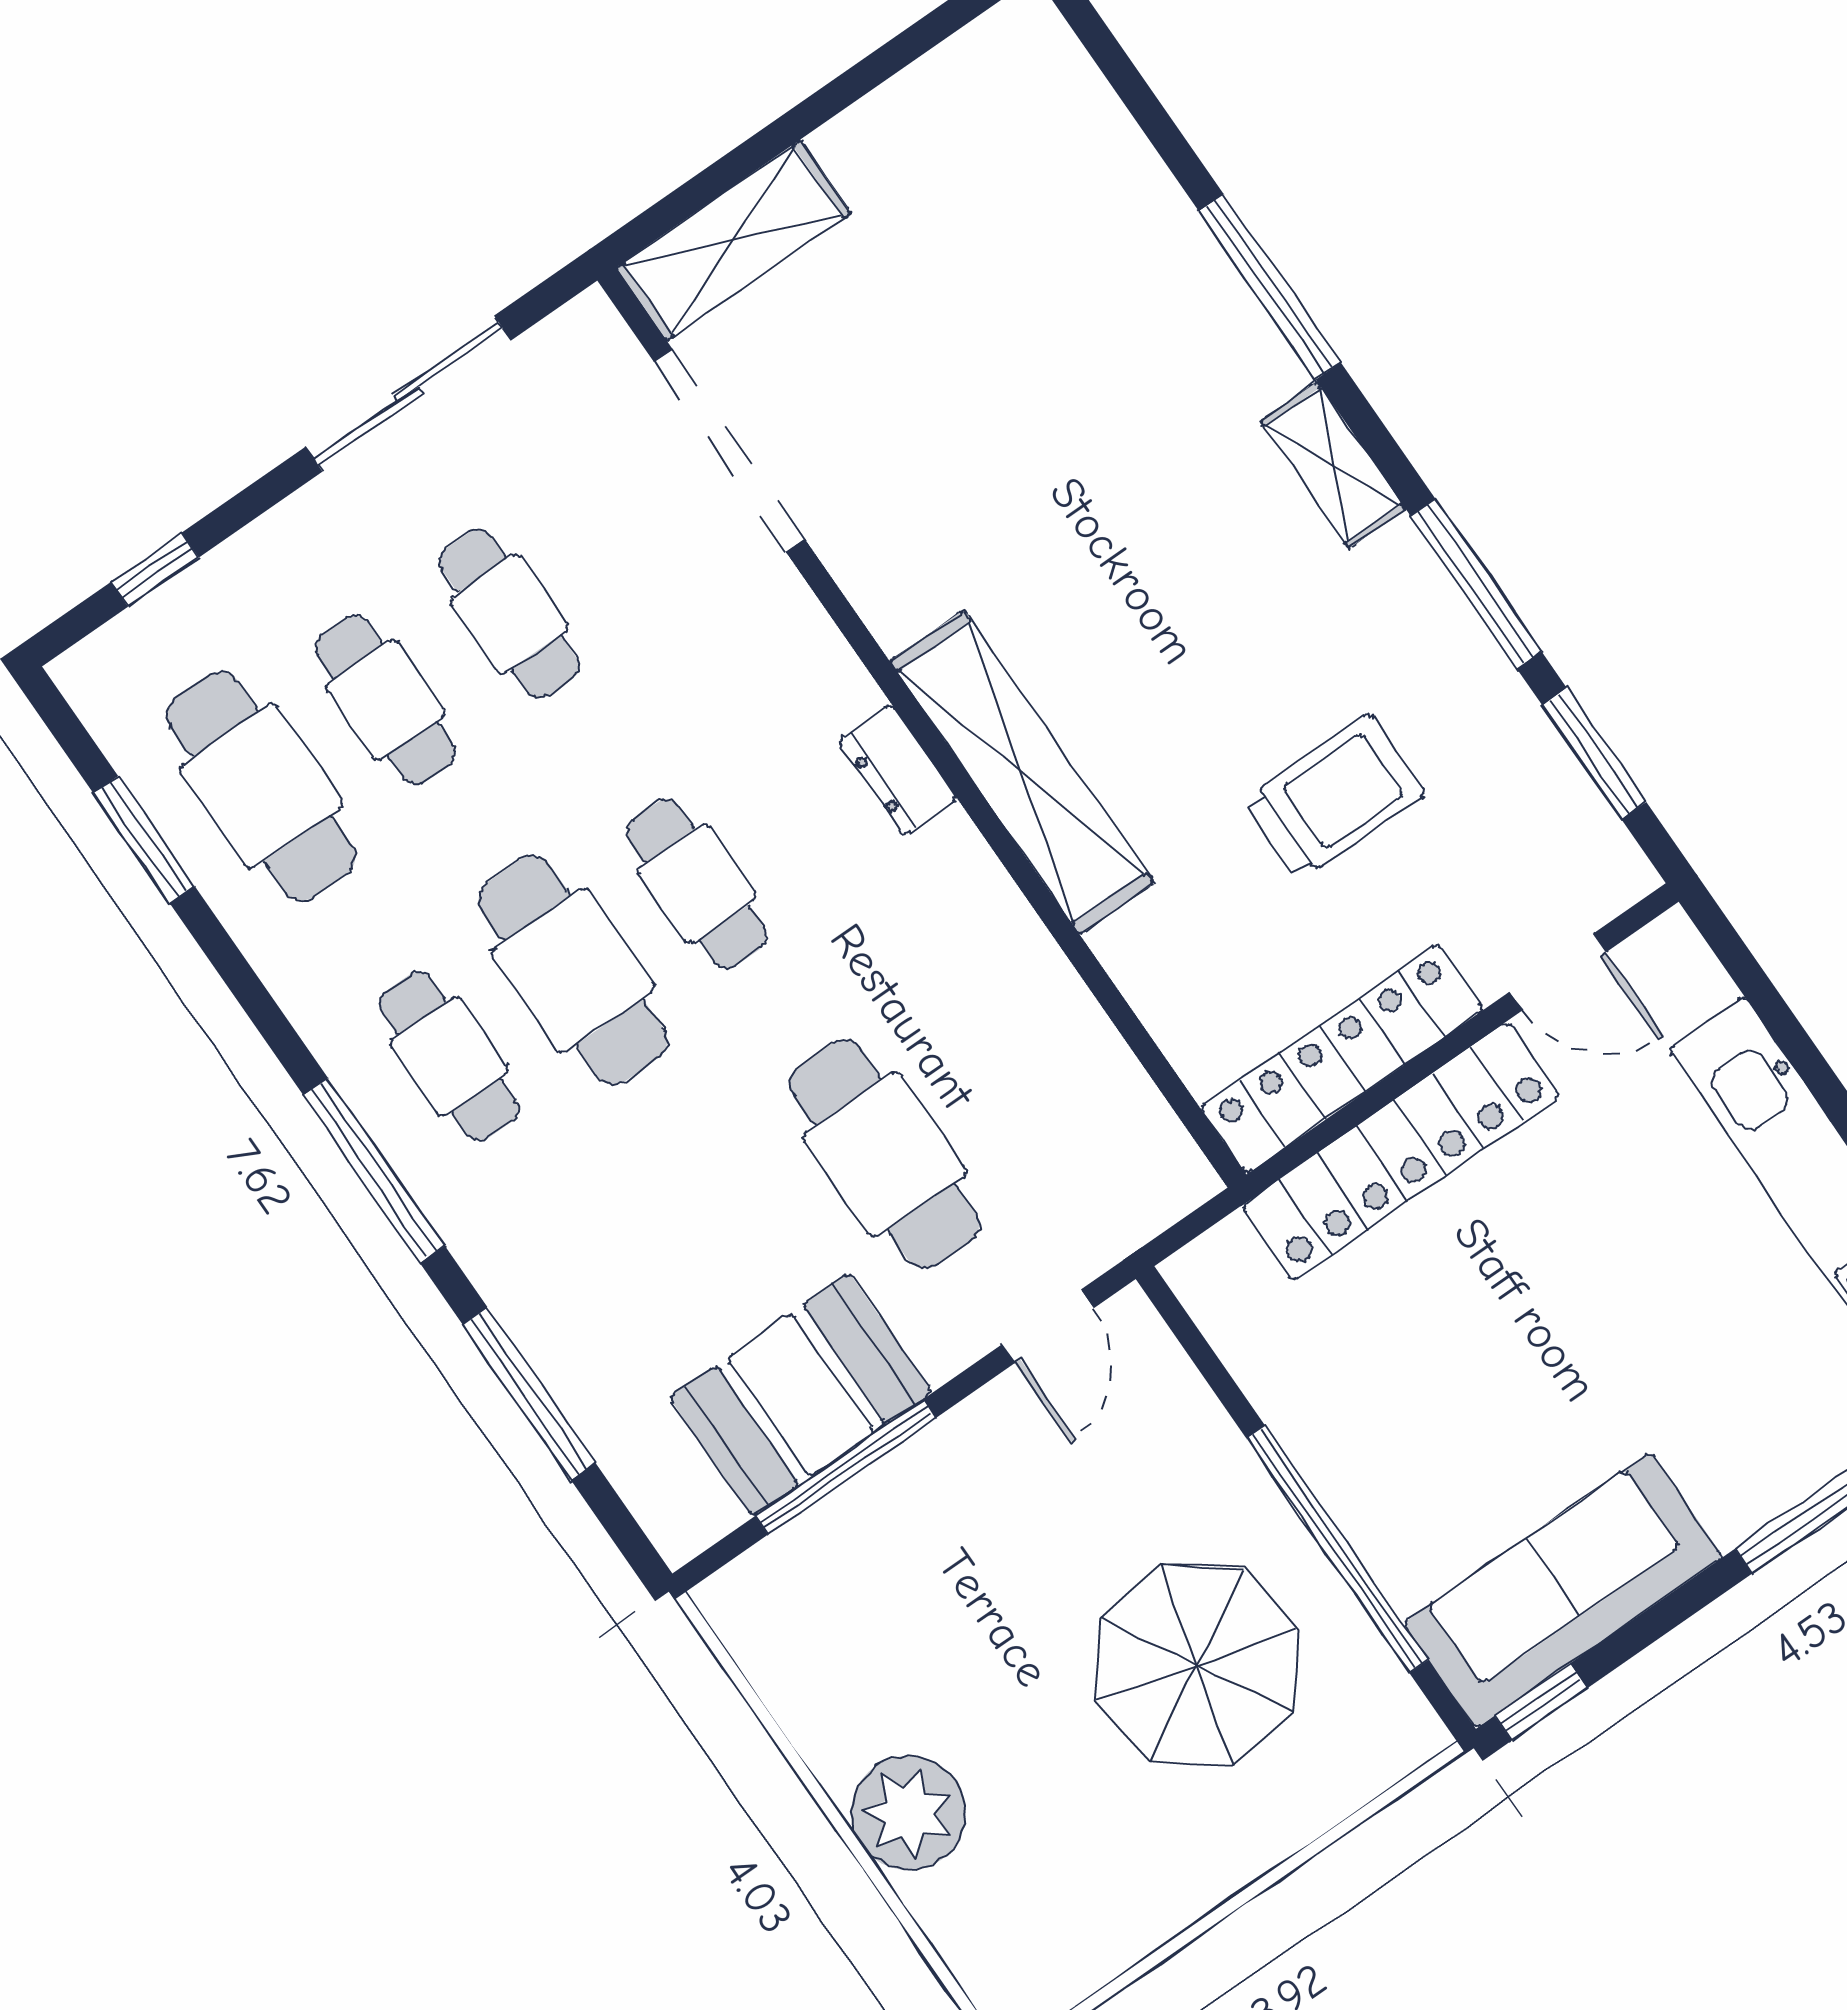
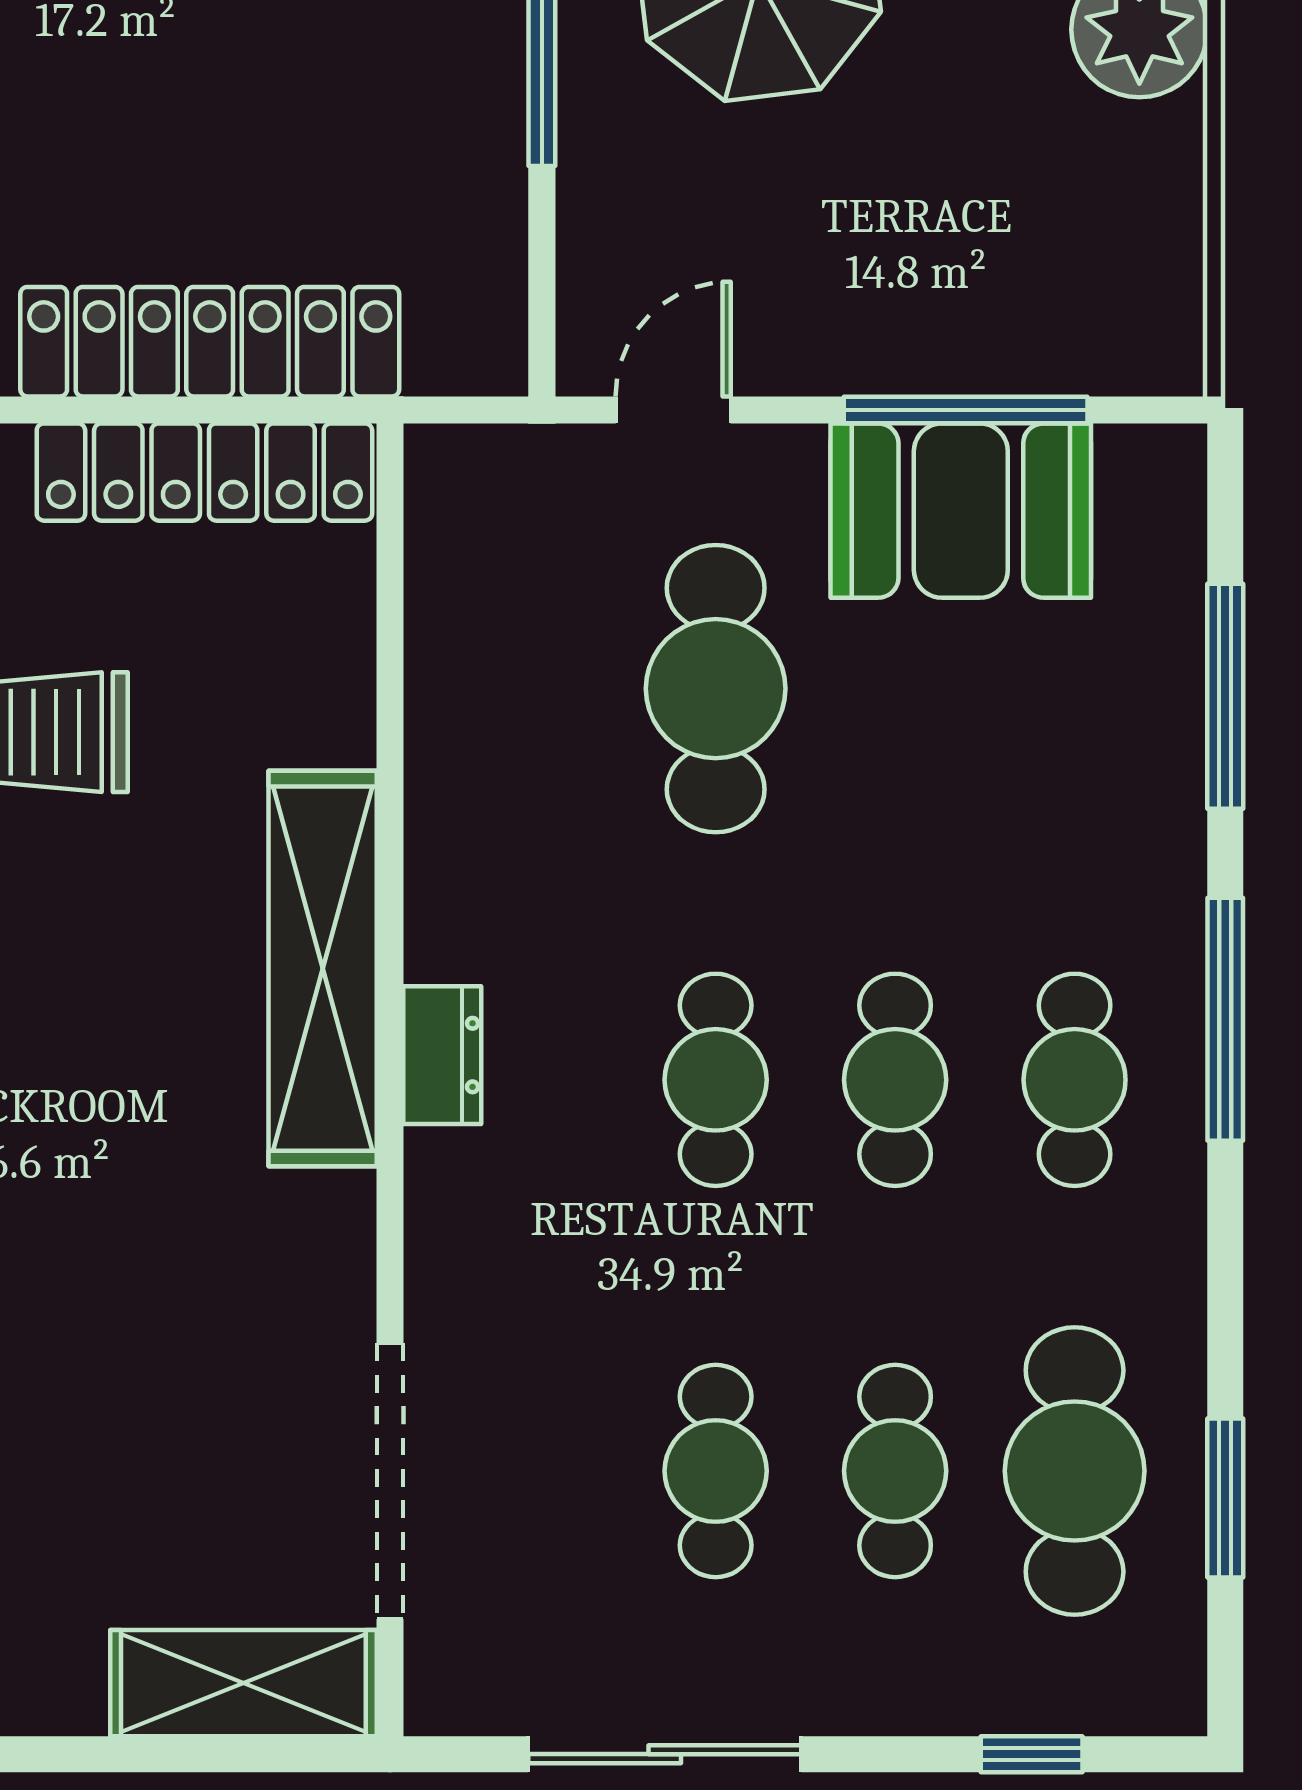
cafe table: (573, 970) -> (895, 1080), width x0.73, depth x0.74

